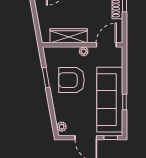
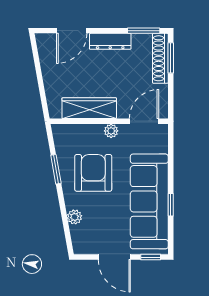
armchair: (71, 80) -> (93, 173), turned 90
plant: (62, 127) -> (75, 217), moved

